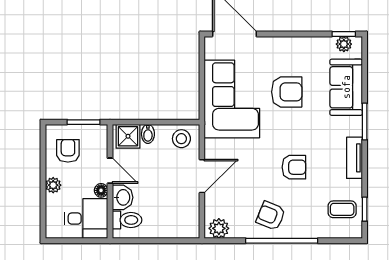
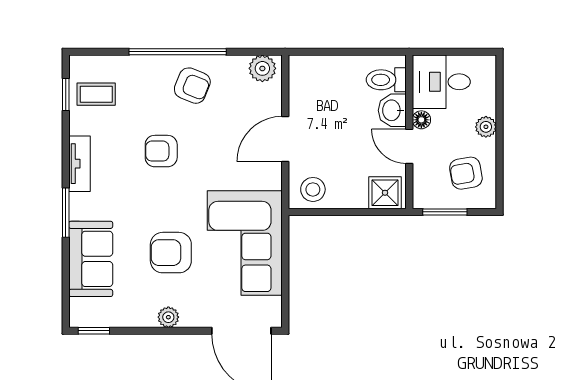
plant: (344, 44) -> (168, 317), moved
bidet: (148, 134) -> (358, 196), removed
armchair: (68, 151) -> (466, 173), turned 80

